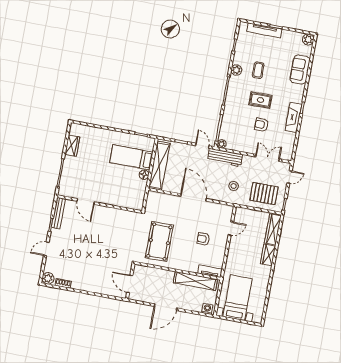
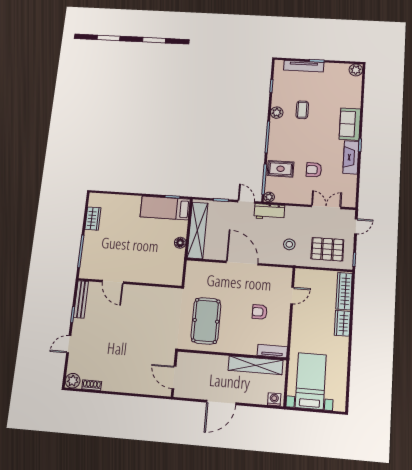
sofa: (300, 70) -> (350, 124), moved
rug: (260, 100) -> (281, 169), moved
bed: (131, 157) -> (165, 208), moved
workbench: (225, 157) -> (269, 212), width x0.73

